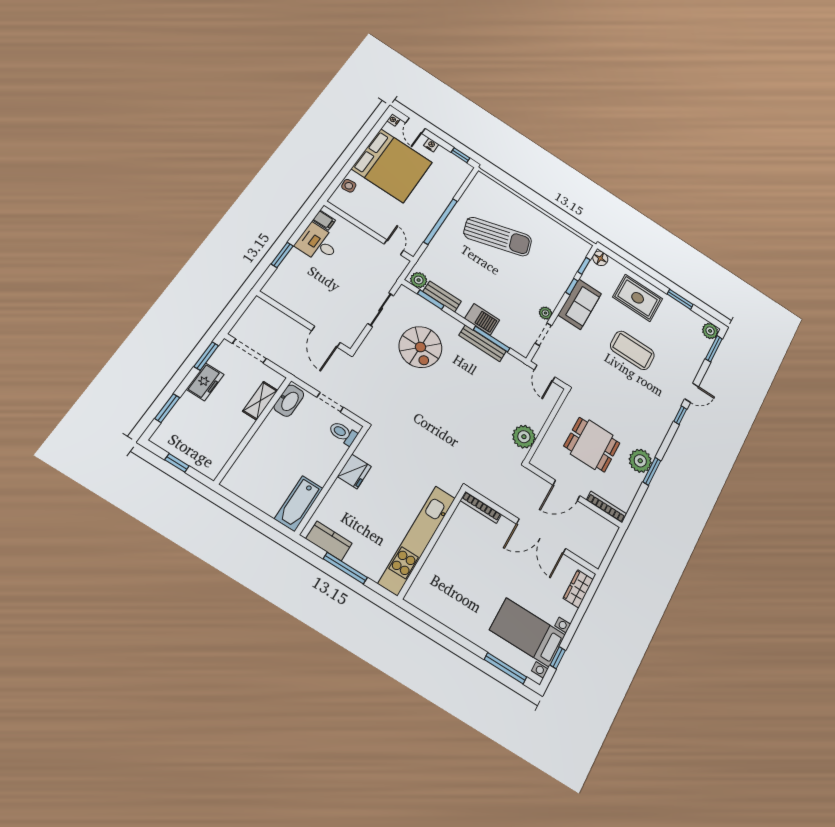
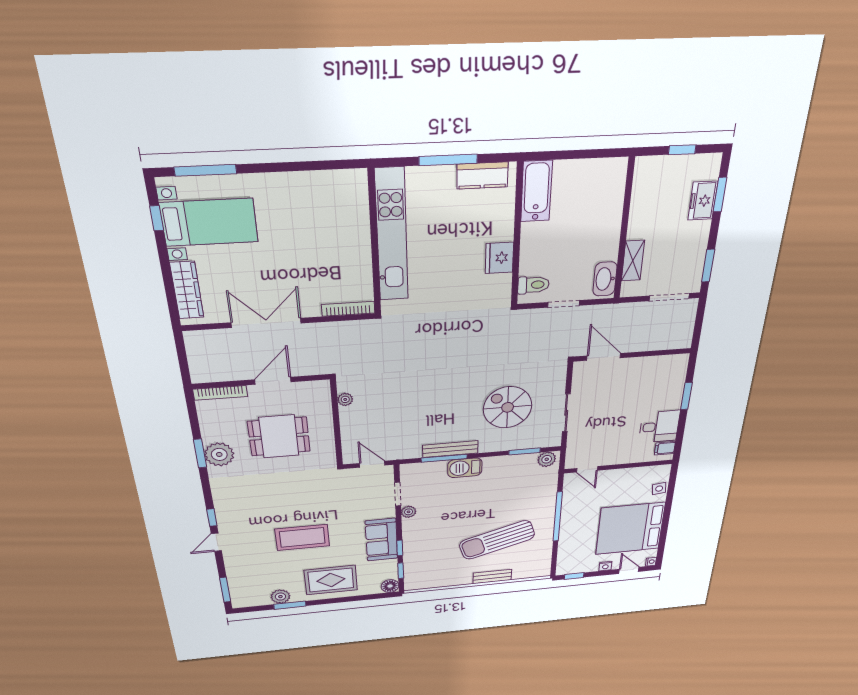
bench: (442, 296) -> (492, 577), moved
plant: (710, 331) -> (280, 597), moved
freezer: (205, 382) -> (703, 201), moved
plant: (524, 437) -> (345, 399), width x0.53, depth x0.53
wardrobe: (578, 589) -> (187, 290), width x1.50

